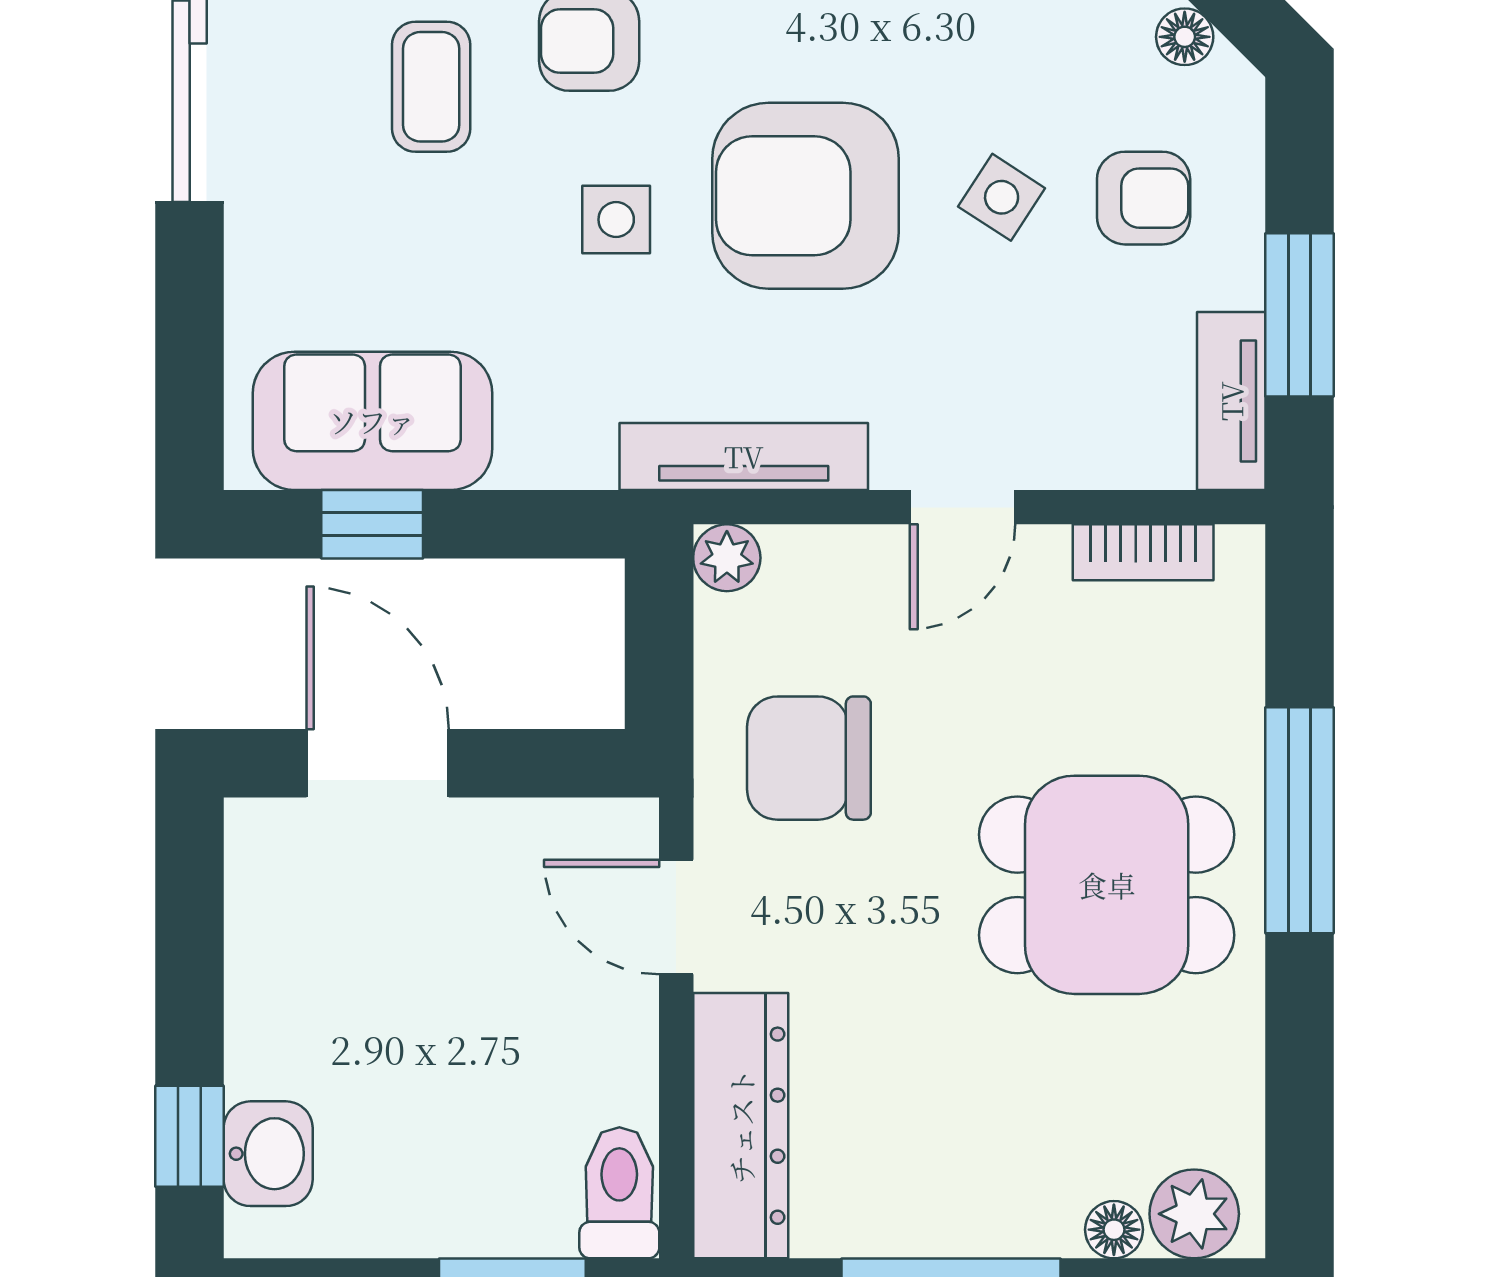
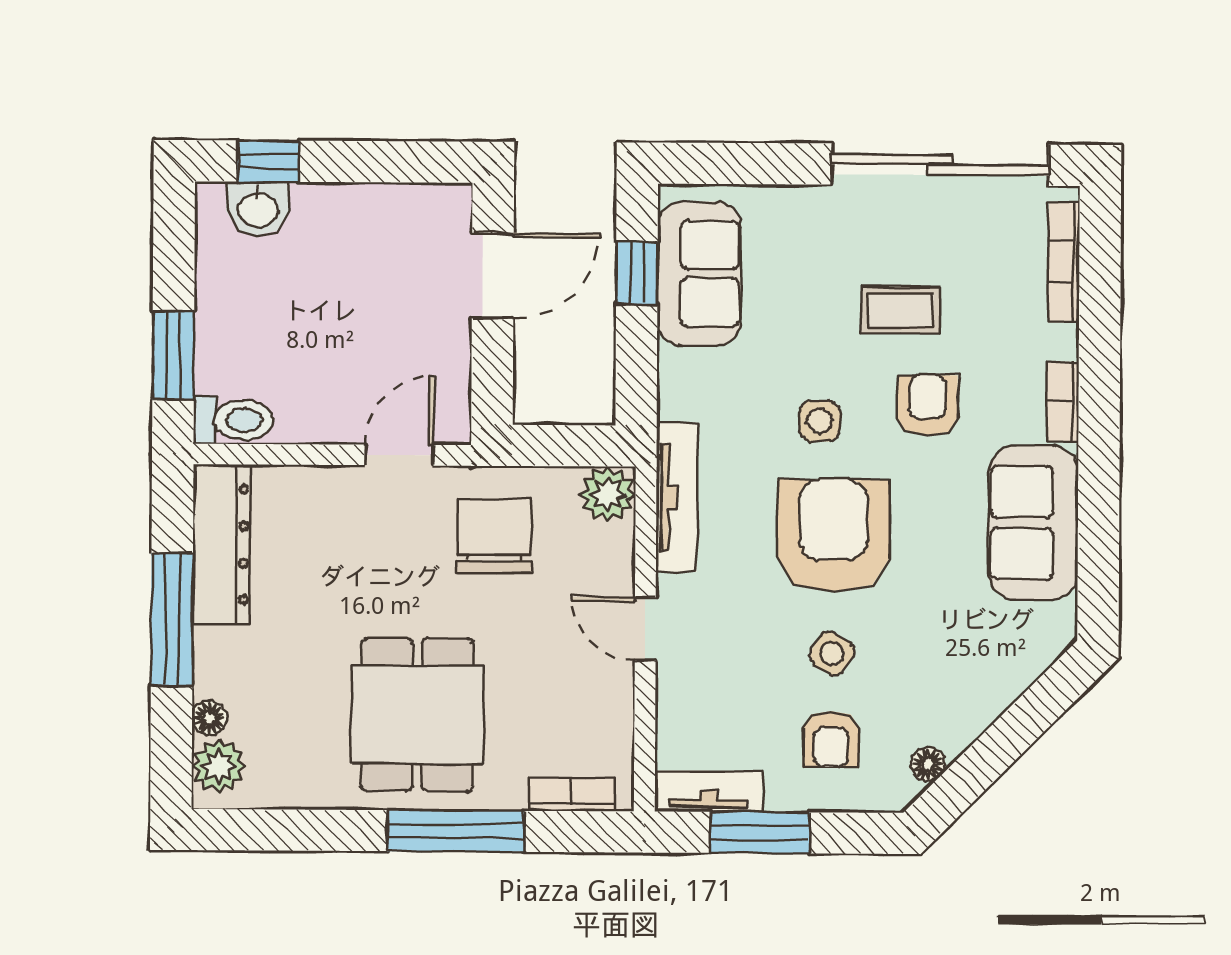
bookcase: (1143, 552) -> (572, 794), moved, turned 90
plant: (727, 558) -> (608, 494), width x1.38, depth x1.38
dresser: (741, 1126) -> (221, 544), moved, turned -90

